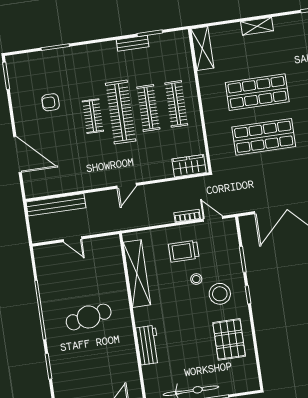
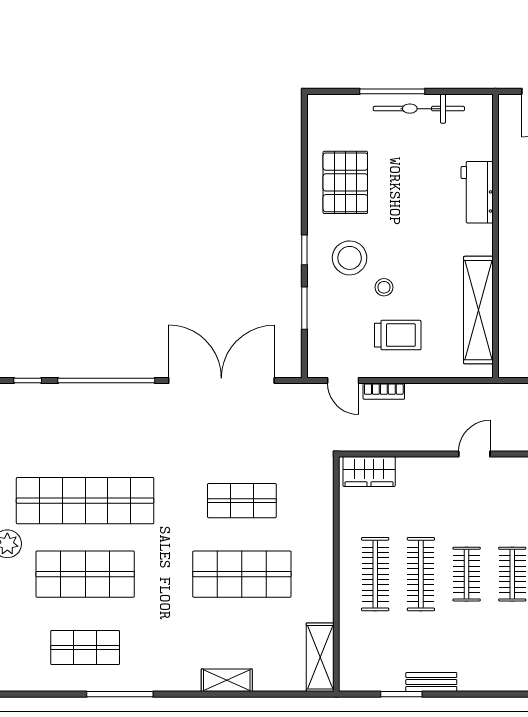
clothes rail: (121, 112) -> (467, 574), width x0.54, depth x0.76
shop shelf: (264, 137) -> (242, 501), width x0.70, depth x0.74

